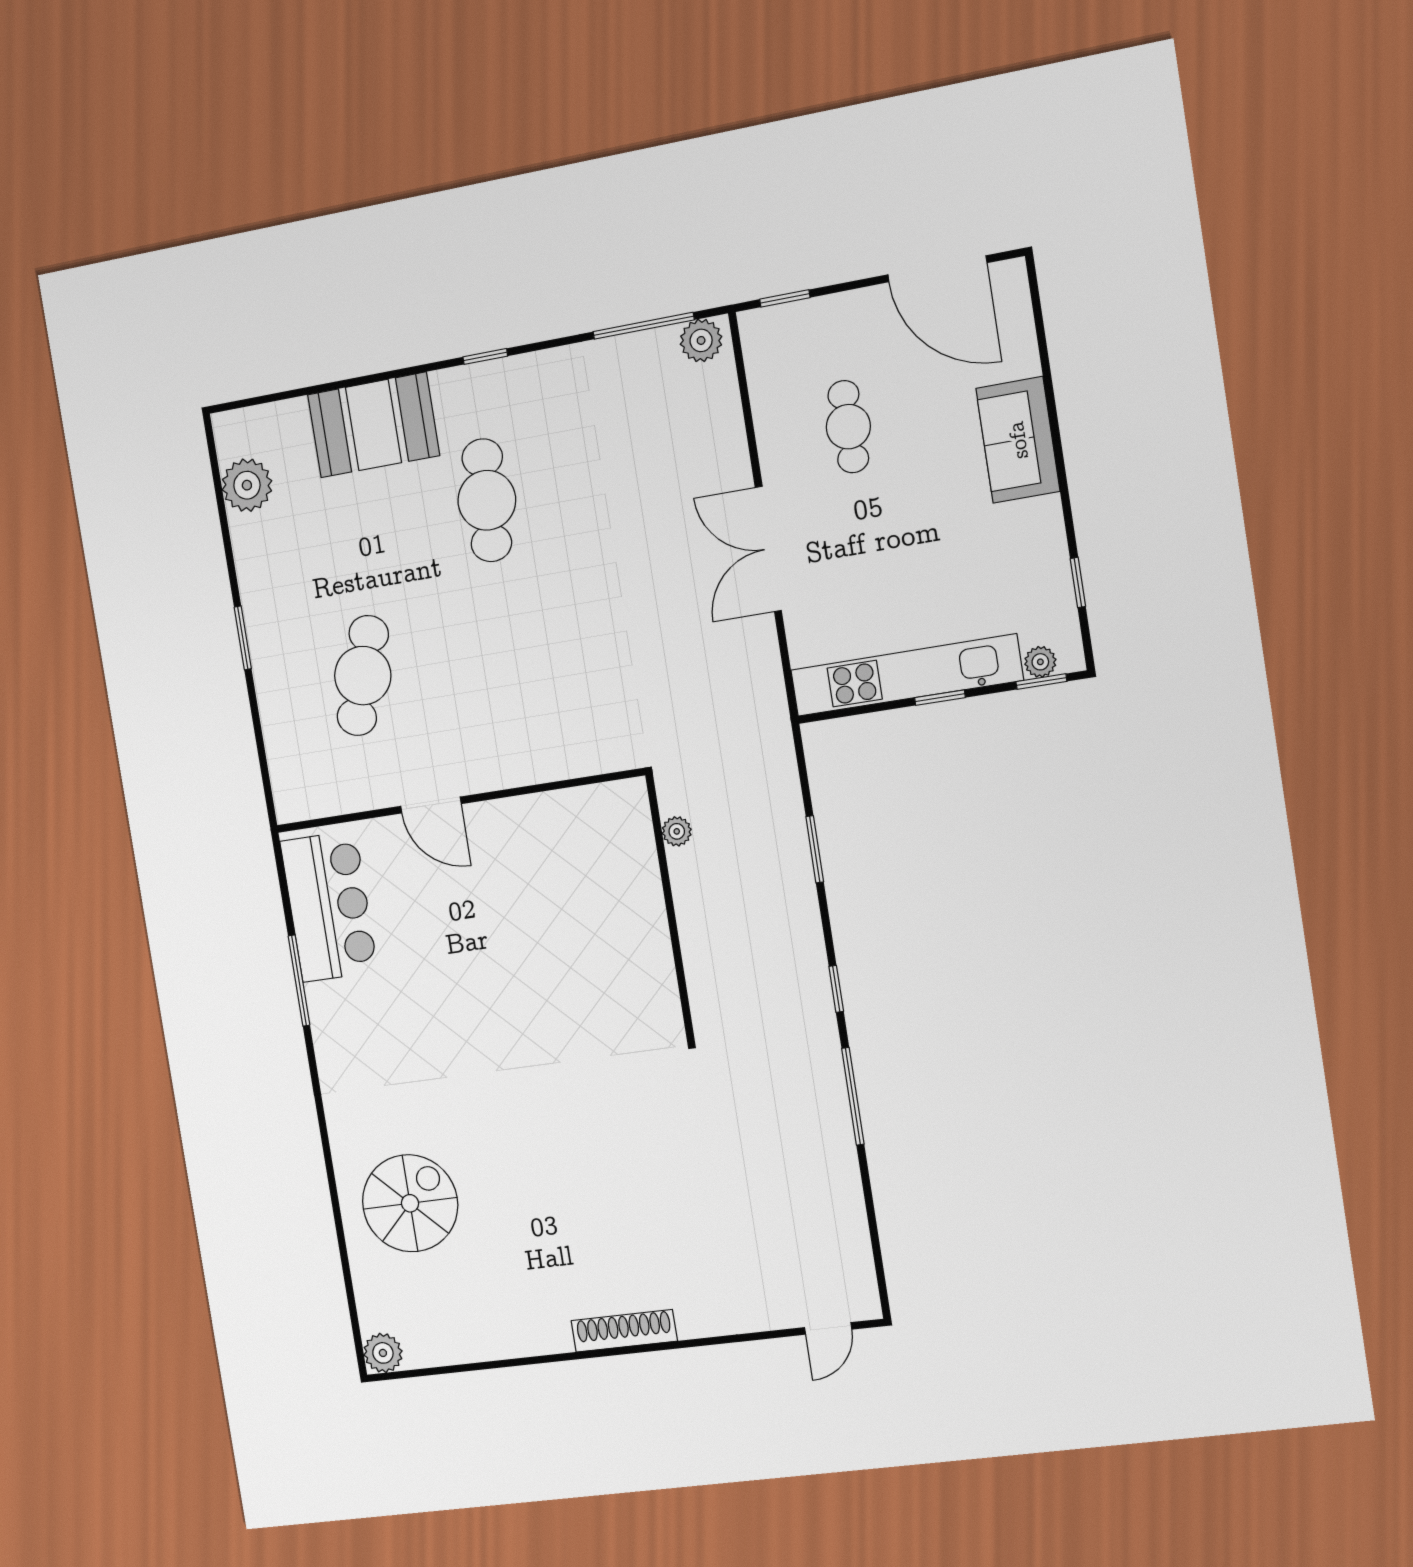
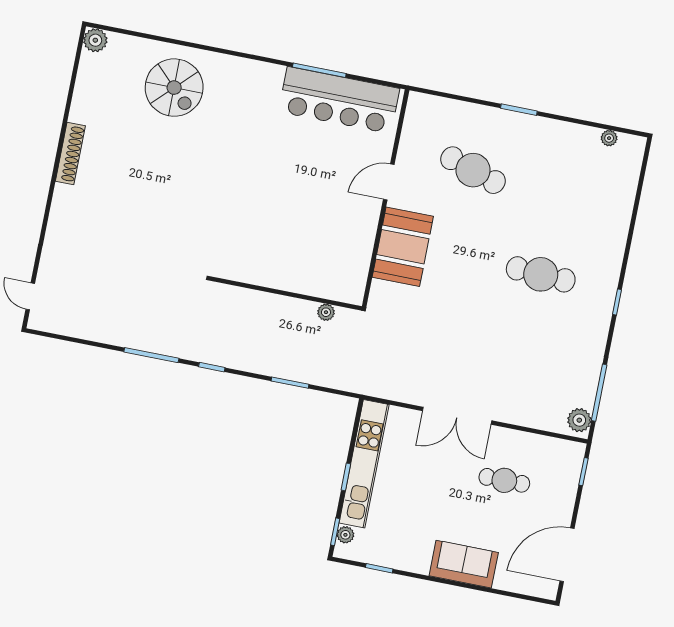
booth: (373, 425) -> (403, 247), moved
plant: (247, 485) -> (609, 138), width x0.53, depth x0.53
double door: (768, 549) -> (457, 416), swing flipped
bar counter: (329, 906) -> (339, 100), width x1.36
shoe rack: (624, 1331) -> (70, 153), moved

